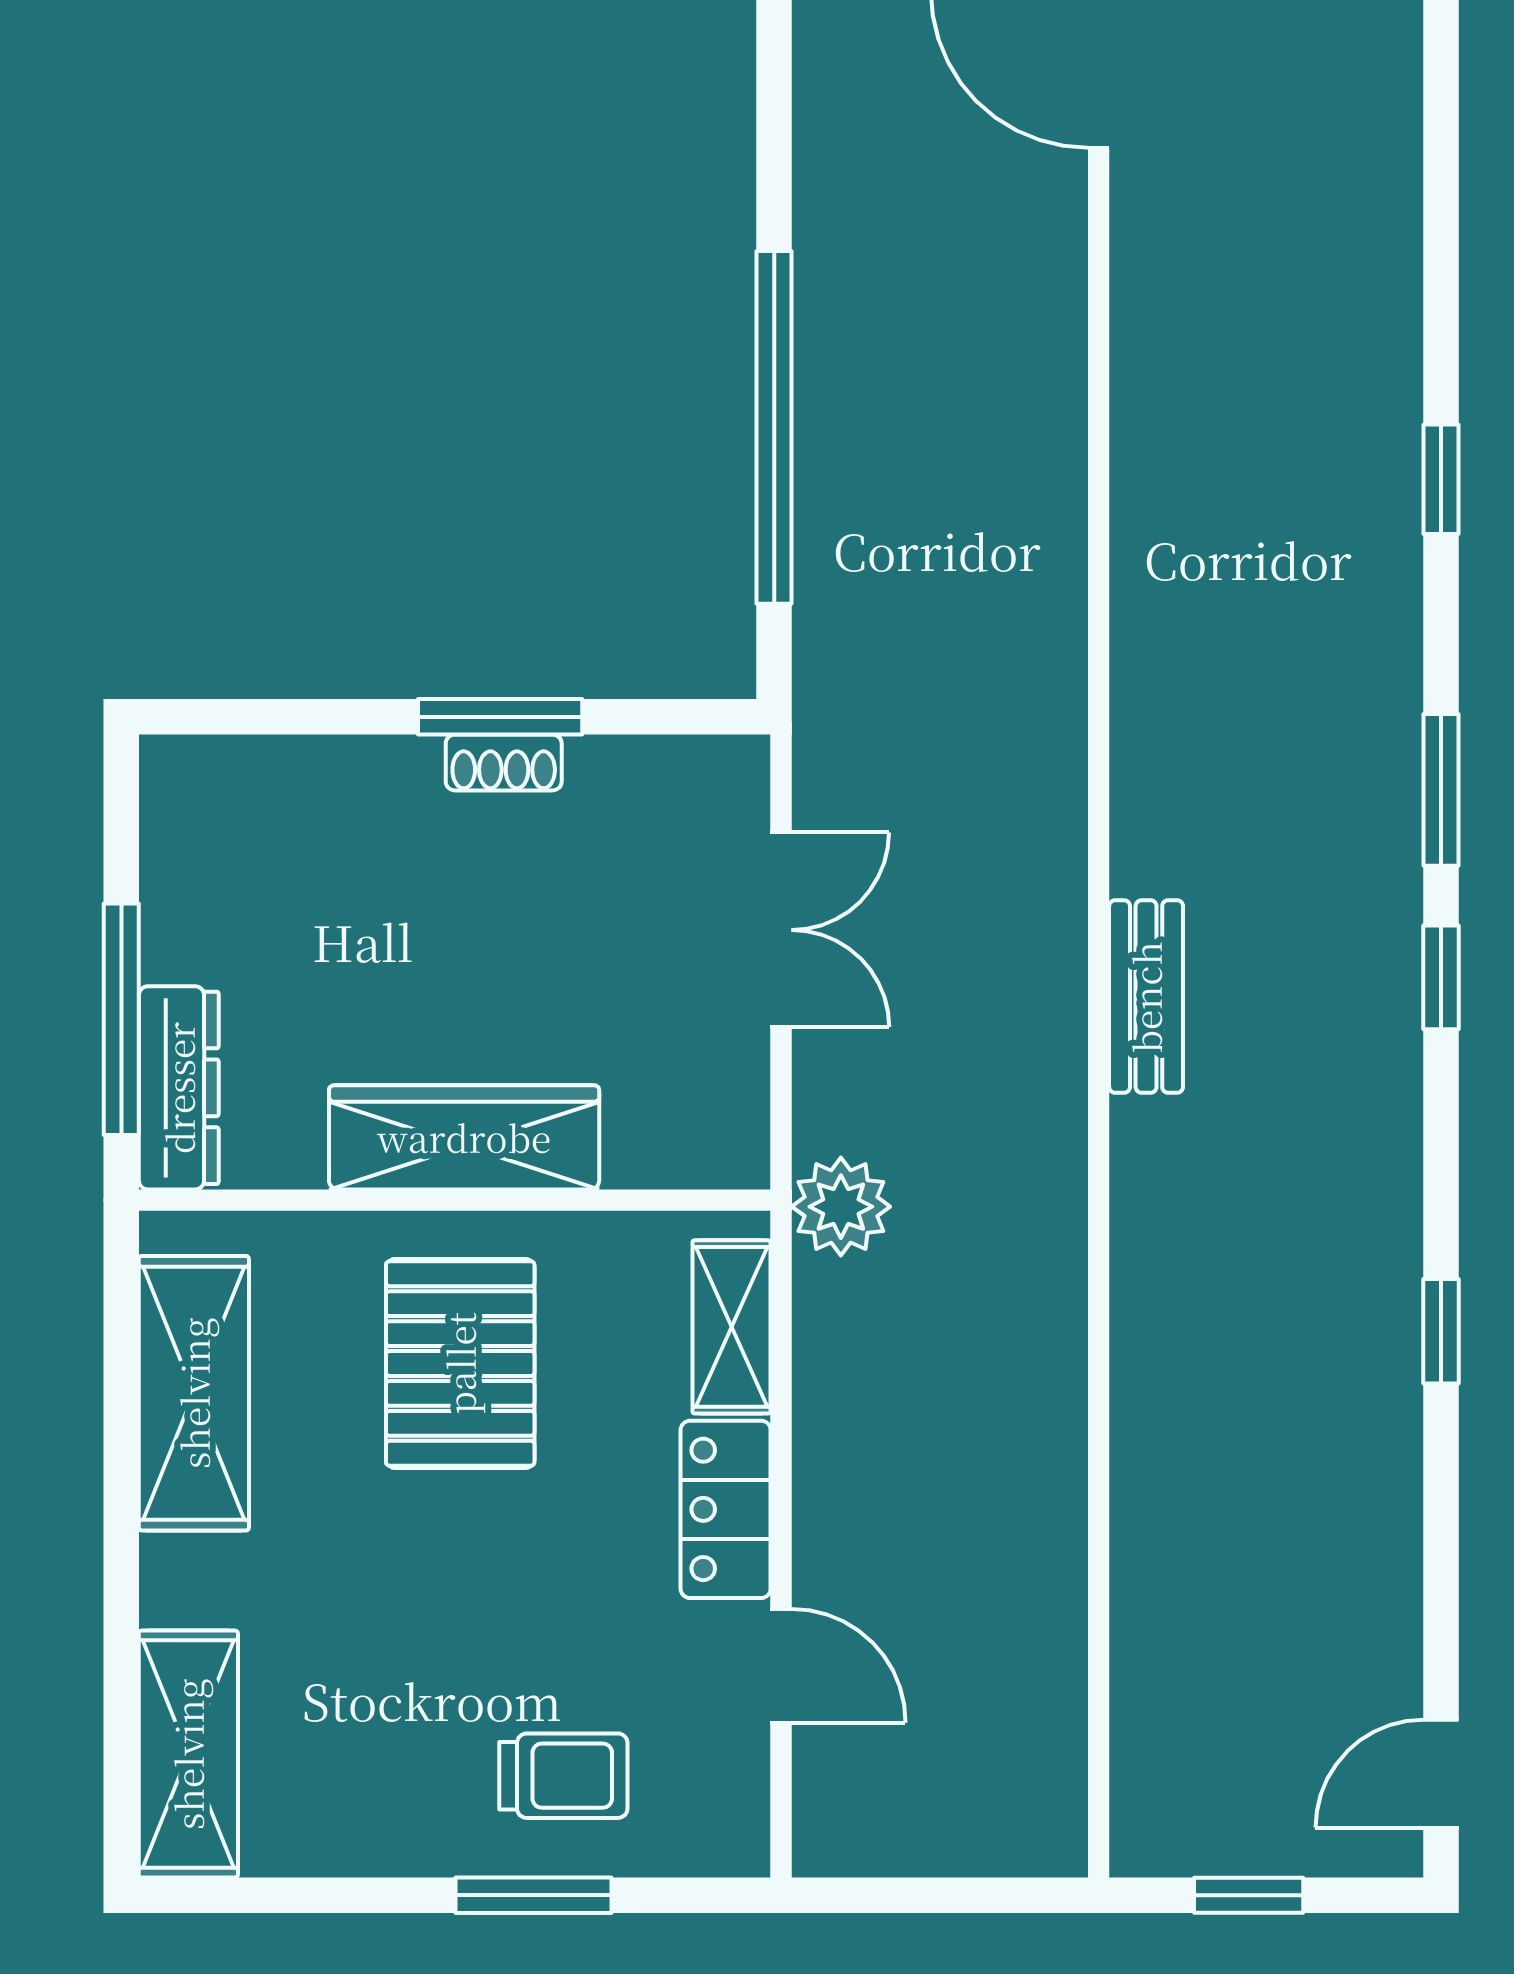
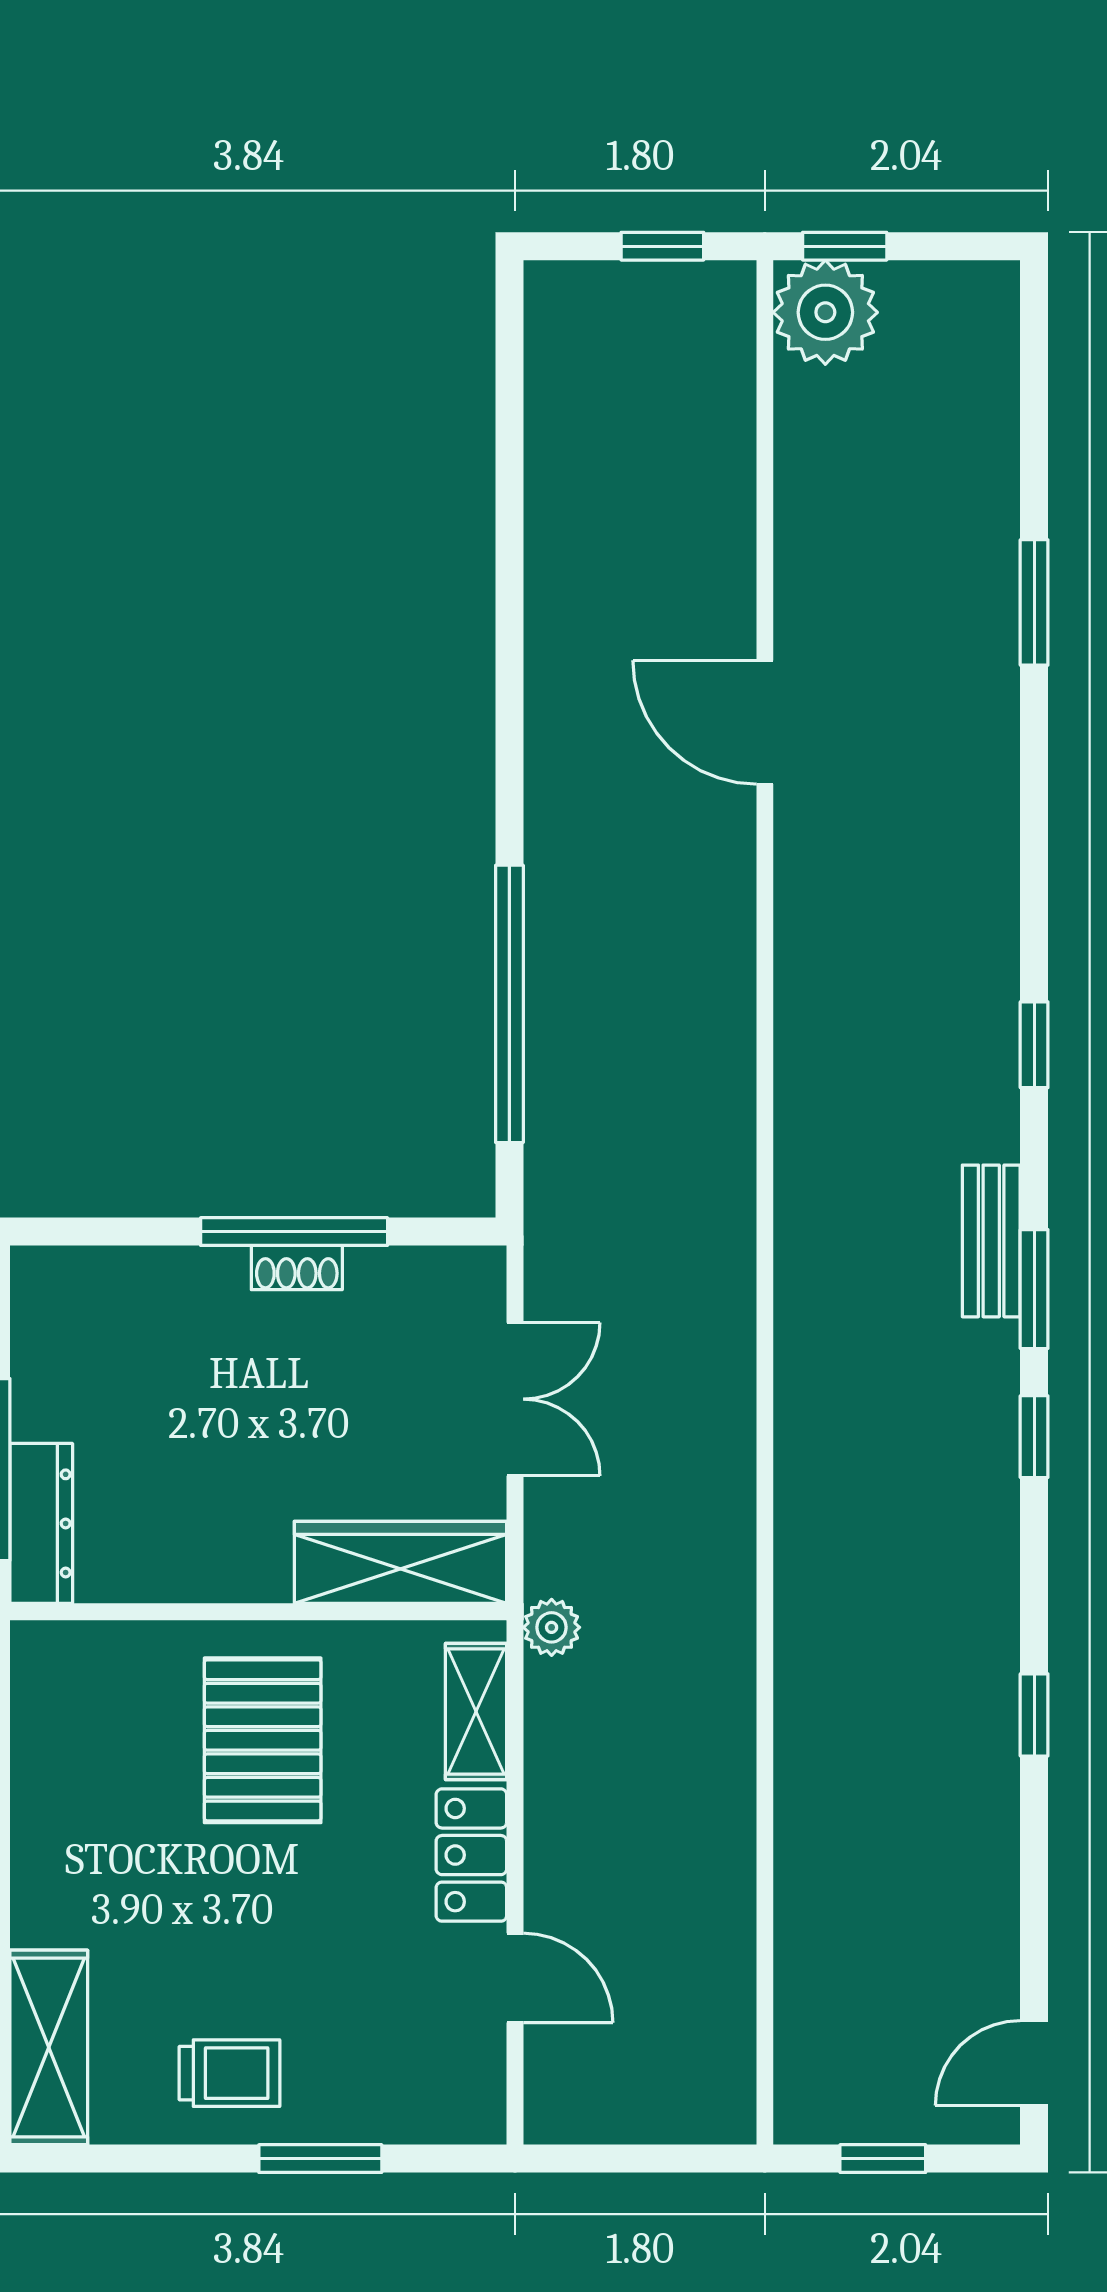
window: (500, 717) -> (294, 1232), width x1.44
bench: (1146, 997) -> (991, 1241), moved
wardrobe: (464, 1137) -> (401, 1562), moved
plant: (841, 1207) -> (552, 1627), width x0.73, depth x0.73
shelving: (194, 1393) -> (53, 1764), removed
trolley: (563, 1776) -> (230, 2073), moved

